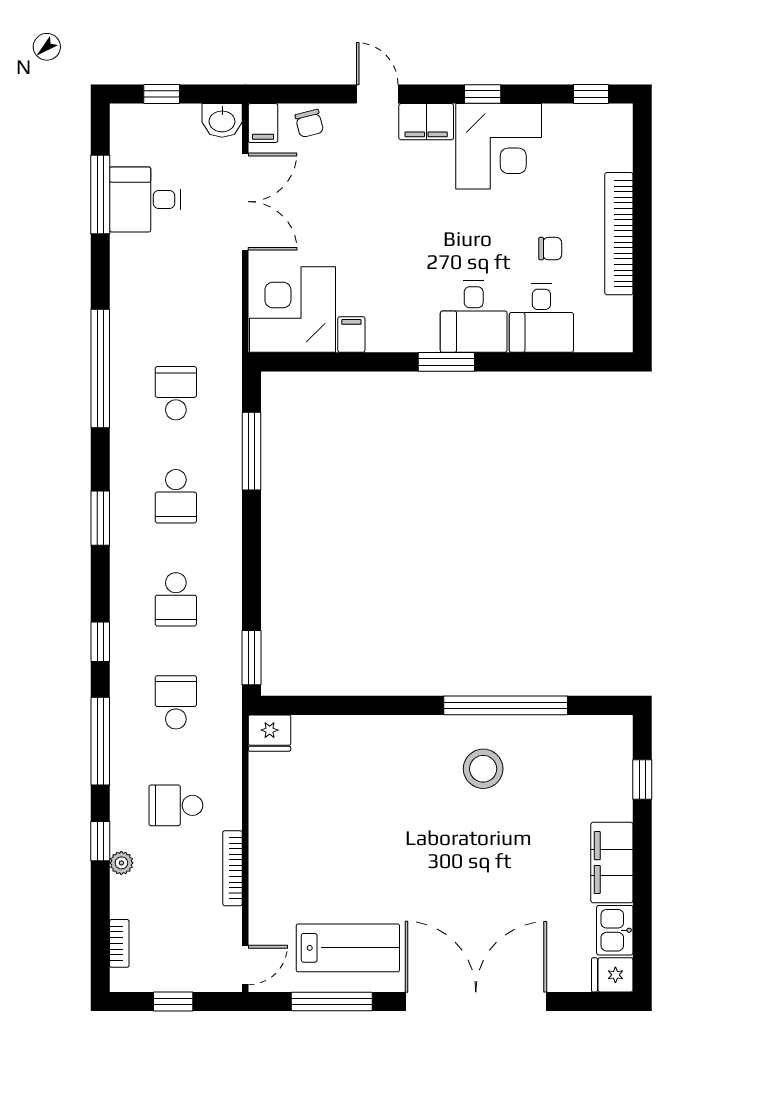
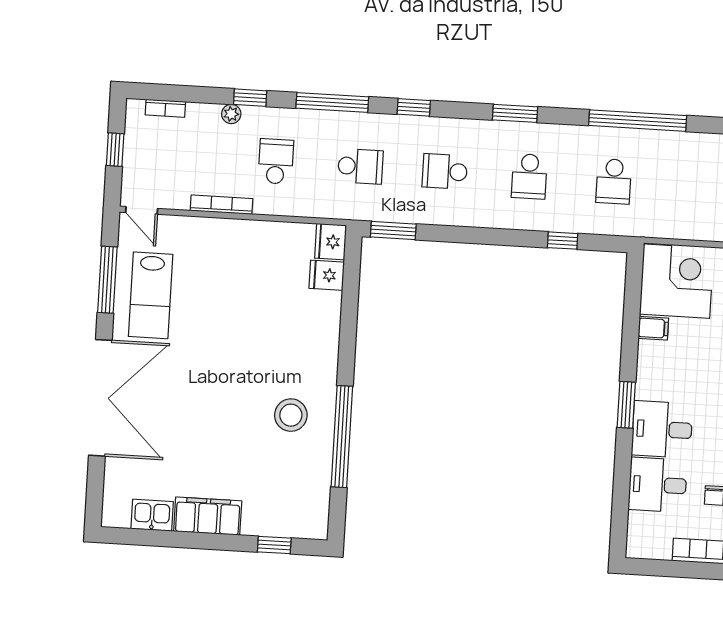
school desk: (176, 393) -> (614, 181), turned 90
window: (251, 451) -> (563, 241), width x0.46
school desk: (176, 496) -> (529, 176), turned -90
fridge: (612, 975) -> (327, 275), moved, turned -90

